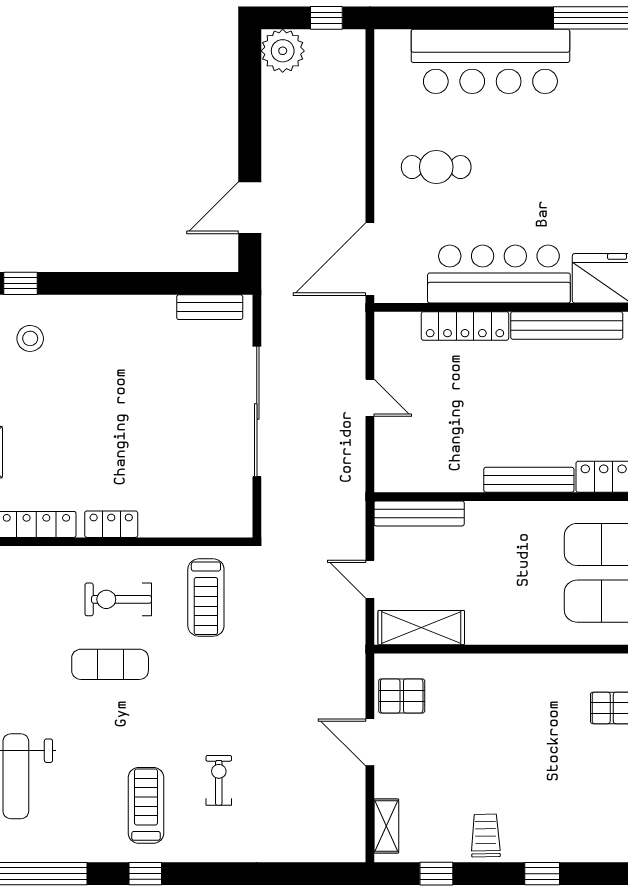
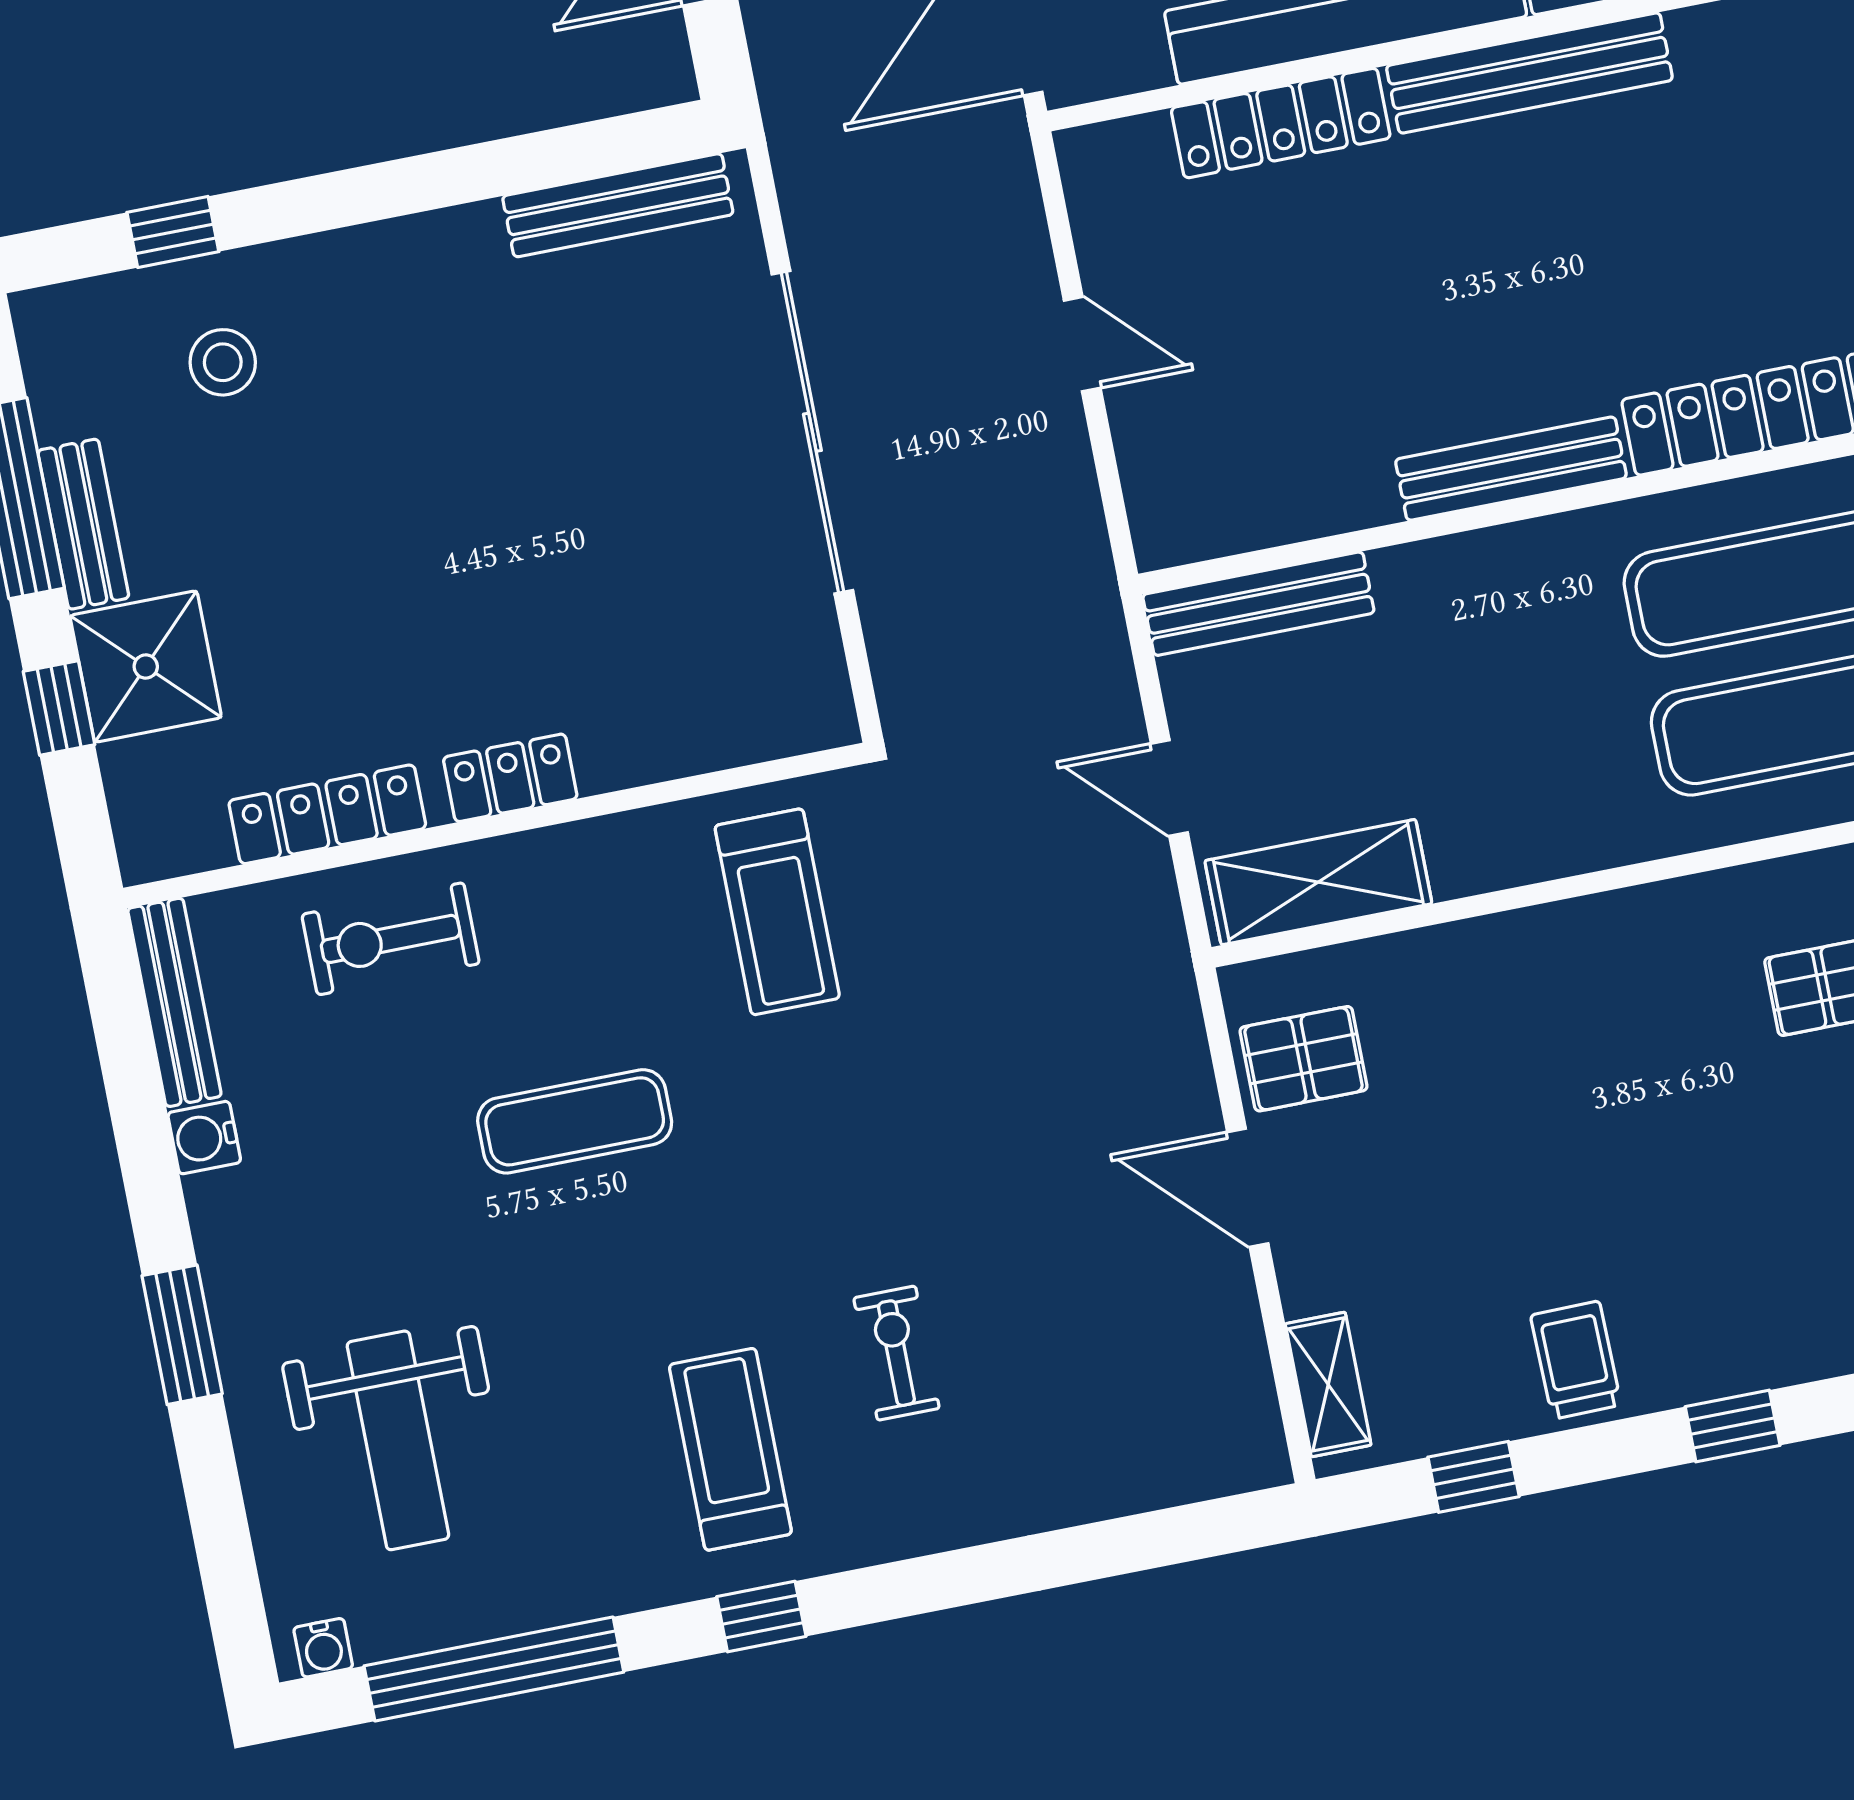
bench: (210, 307) -> (618, 205), width x1.36
exercise bike: (118, 599) -> (391, 939), moved

